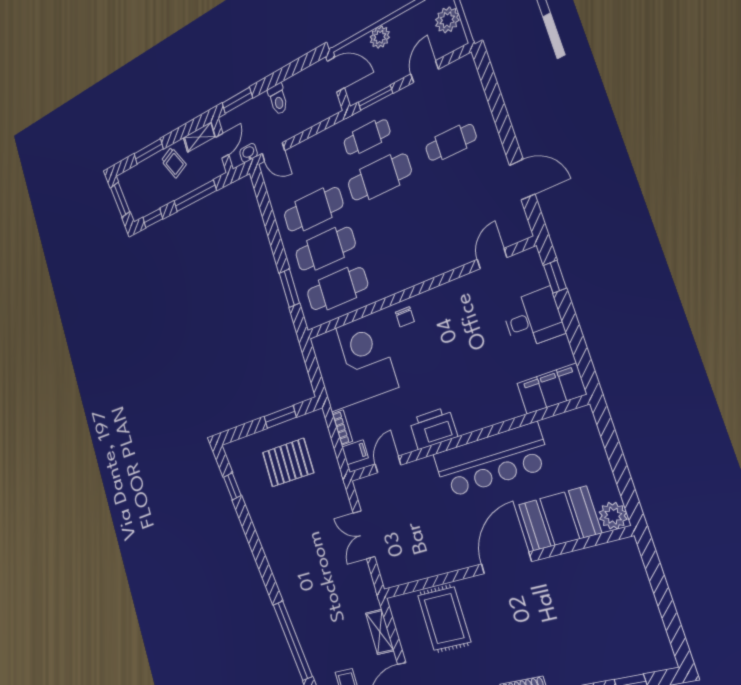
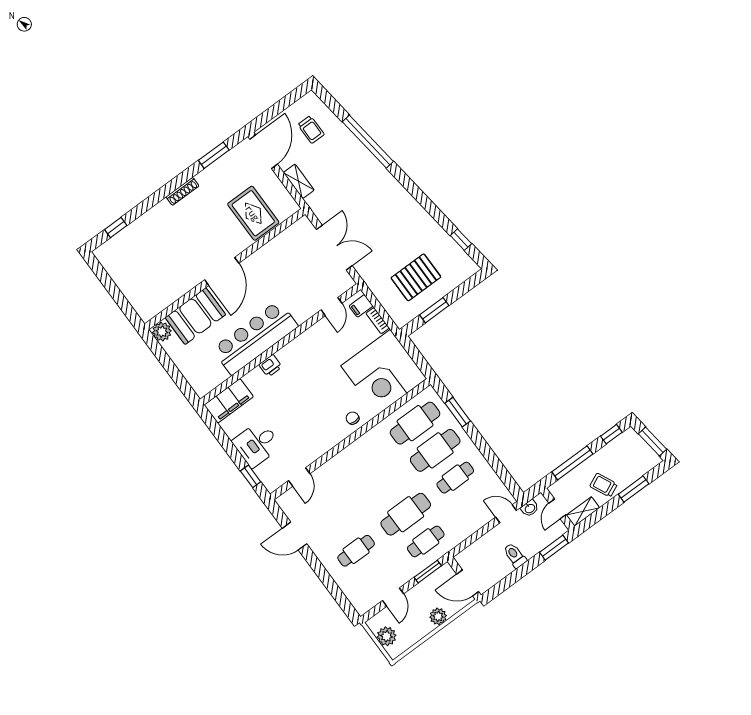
cafe table: (313, 209) -> (455, 478), width x0.73, depth x0.74
printer: (433, 428) -> (270, 366), moved, width x0.53, depth x0.68
double door: (364, 535) -> (334, 248), width x1.37

